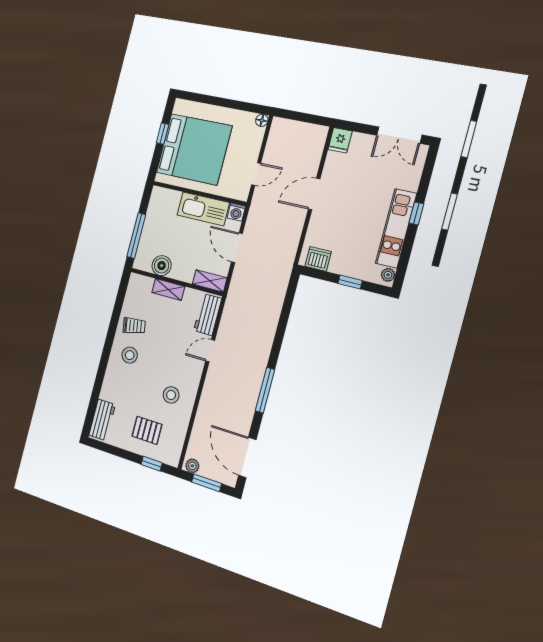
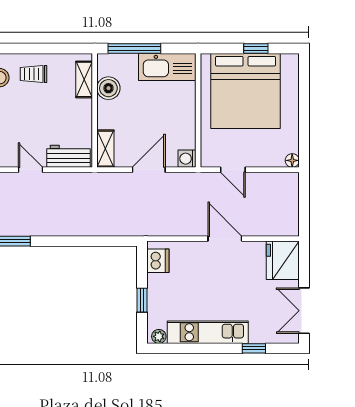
fridge: (340, 140) -> (283, 260), width x1.88, depth x1.34
kitchen sink: (203, 209) -> (167, 67), moved, turned -90
window: (416, 213) -> (254, 348), moved
shelving: (168, 289) -> (84, 79), moved
trolley: (134, 326) -> (34, 74), turned 100

